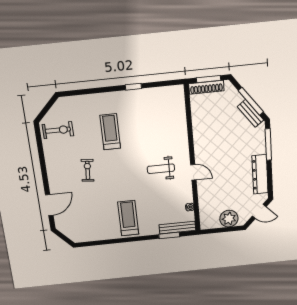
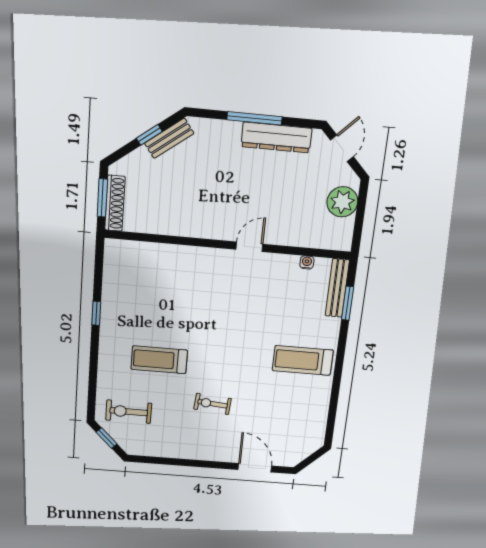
window: (251, 101) -> (149, 135), width x0.46
window: (48, 107) -> (107, 438), added
exercise bike: (58, 130) -> (129, 412), moved, turned -90
window: (268, 145) -> (254, 118), moved
weight bench: (161, 169) -> (233, 296), removed

